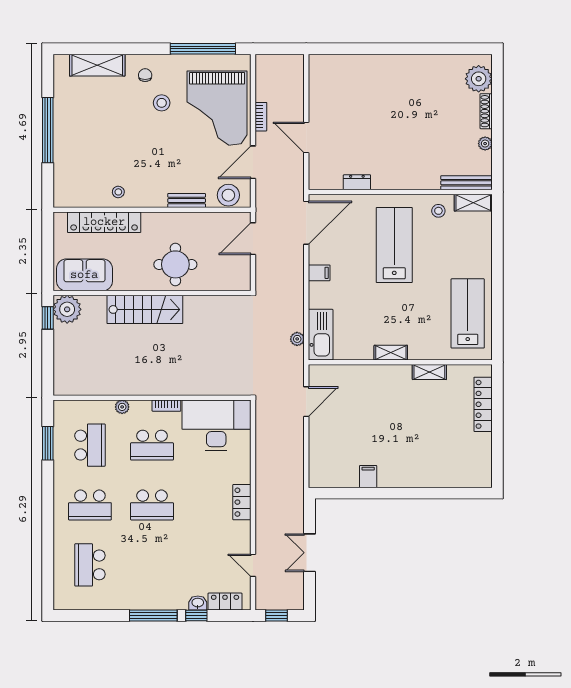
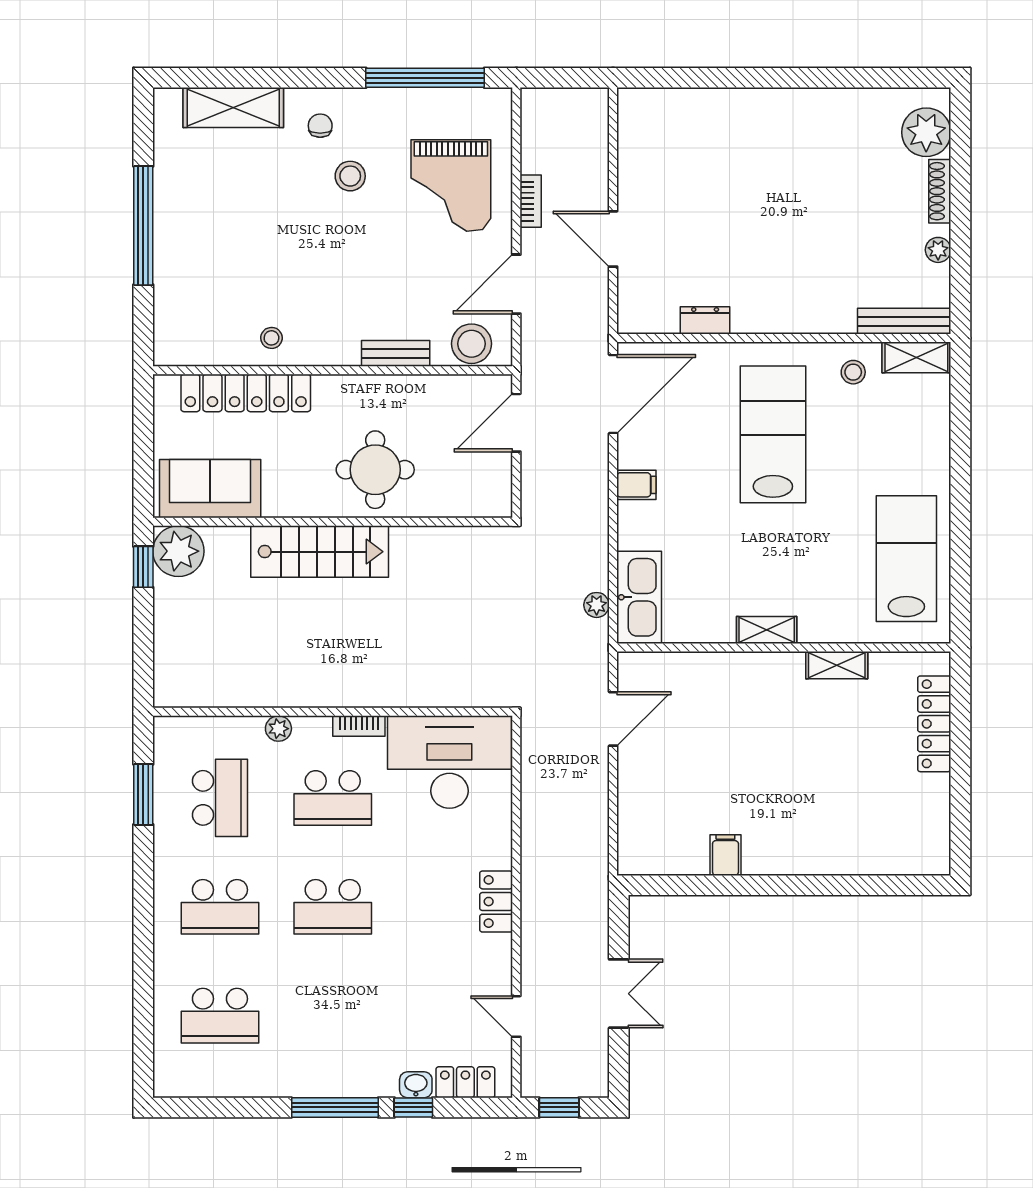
grand piano: (217, 108) -> (451, 186), width x0.73, depth x0.68
double door: (309, 553) -> (619, 994), swing flipped
school desk: (90, 565) -> (220, 1016), turned -90

